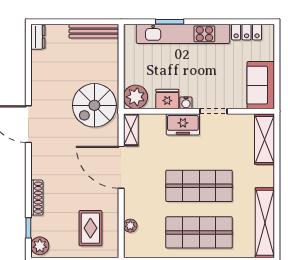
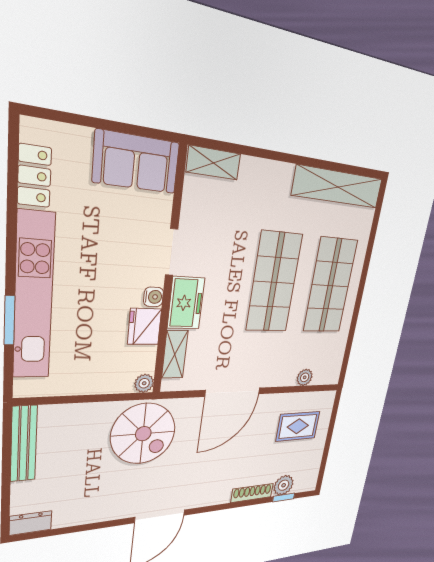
plant: (136, 97) -> (144, 383), width x0.53, depth x0.53
shelving: (131, 130) -> (175, 354), moved, turned 90
shelving: (265, 139) -> (214, 163), width x0.67, depth x0.75
plant: (40, 246) -> (284, 485), moved

